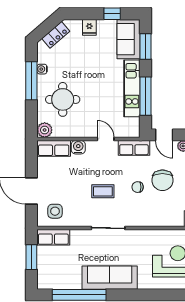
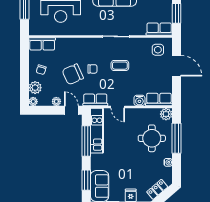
window: (31, 81) -> (177, 138), moved
kitchen unit: (132, 88) -> (97, 131), moved
chair: (162, 180) -> (73, 74), turned -114

